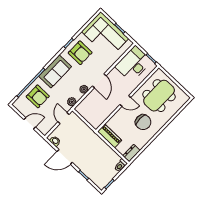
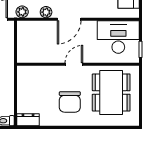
dining table: (159, 96) -> (111, 92), turned 90
door: (125, 101) -> (74, 64), swing flipped
piano: (110, 136) -> (24, 82), removed

